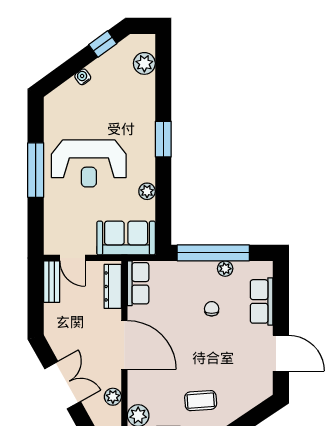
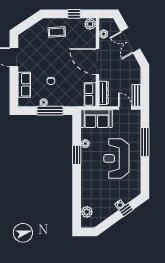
window: (103, 44) -> (126, 210), moved
window: (163, 139) -> (77, 155), moved
reception desk: (89, 163) -> (116, 158), turned -90
window: (36, 170) -> (145, 142), moved
window: (213, 253) -> (50, 111), width x0.68

